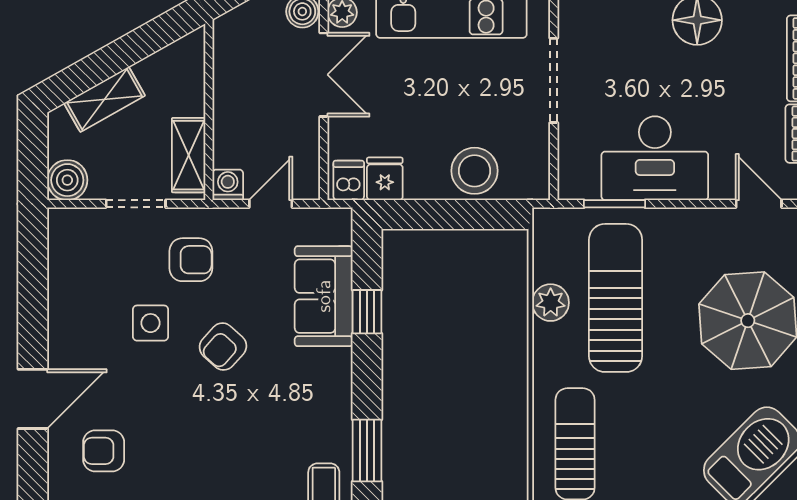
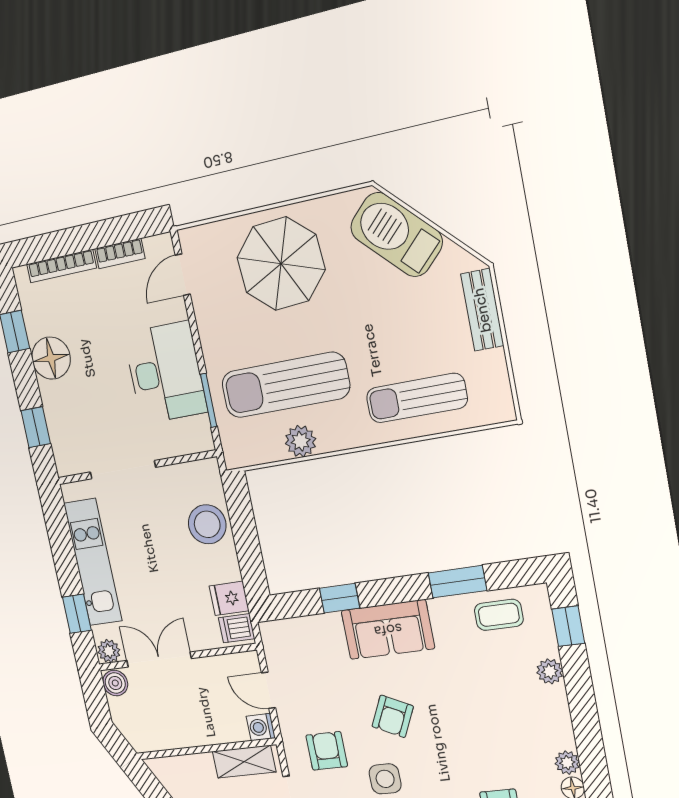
sofa: (324, 296) -> (388, 630), moved
armchair: (223, 347) -> (393, 716), turned 74

